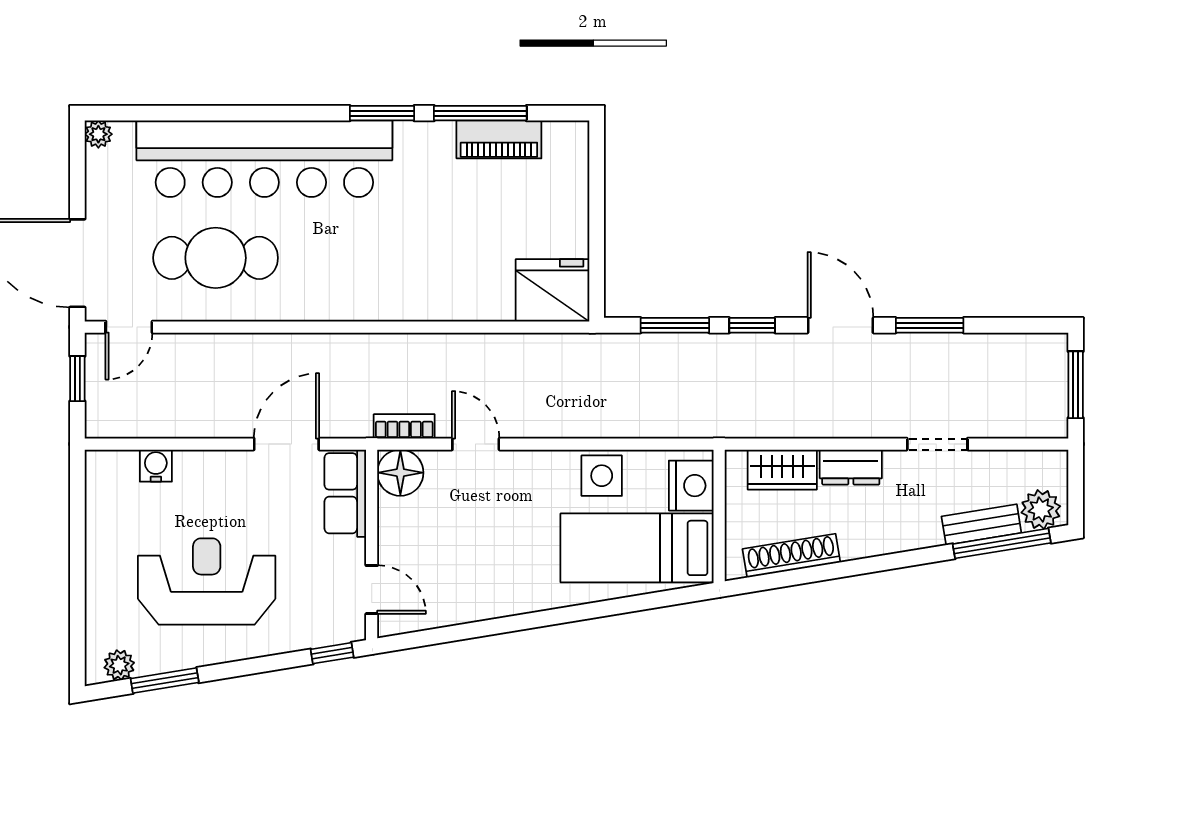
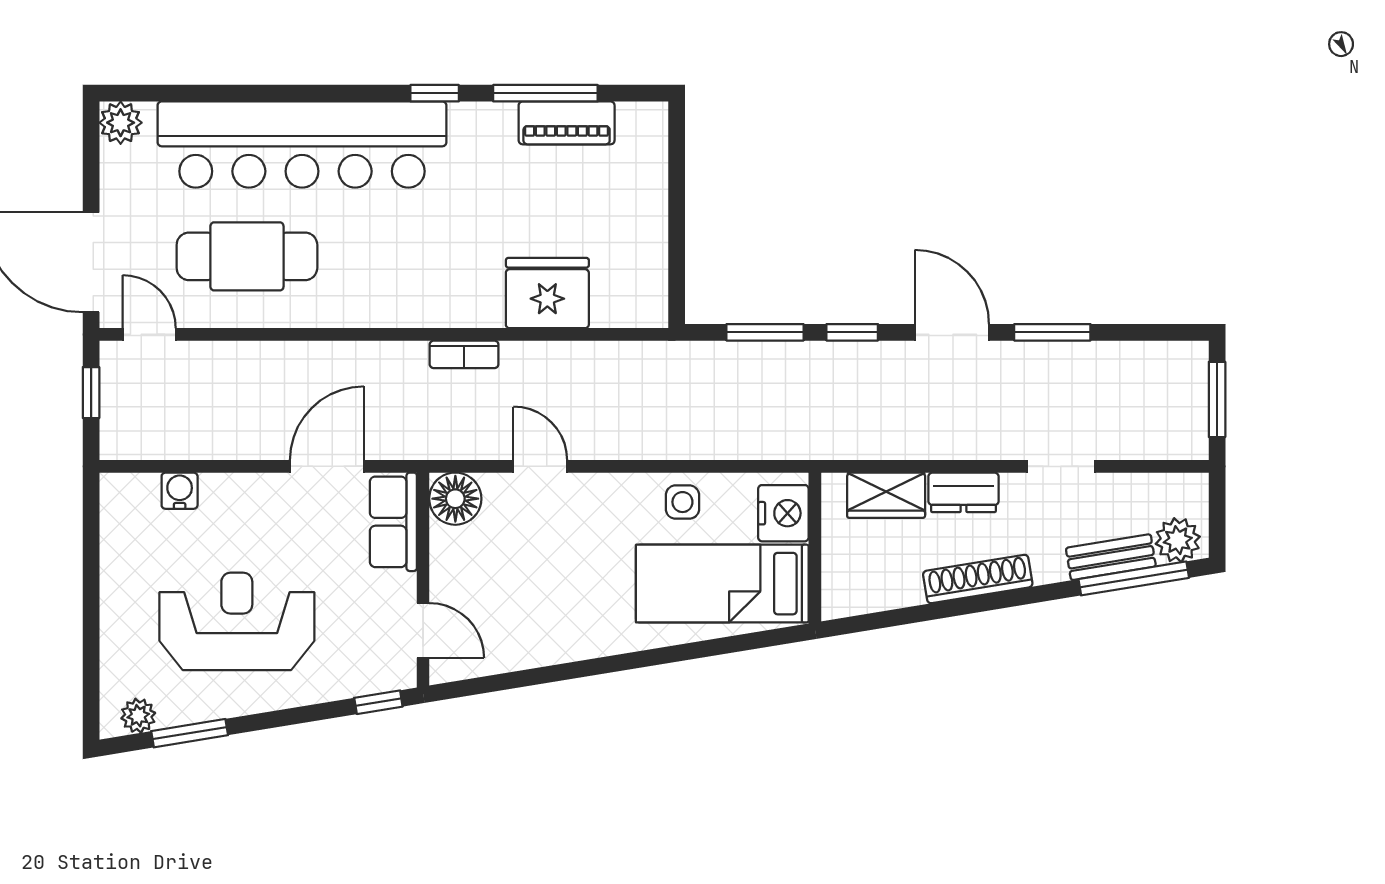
window: (382, 113) -> (435, 93), width x0.67
plant: (98, 134) -> (121, 123), width x1.38, depth x1.38
fridge: (552, 290) -> (547, 293), moved
door: (129, 327) -> (149, 334), swing flipped
bookcase: (404, 426) -> (464, 354), moved, turned 180
side table: (602, 476) -> (682, 502), width x0.73, depth x0.73
shoe rack: (791, 556) -> (978, 579), moved

